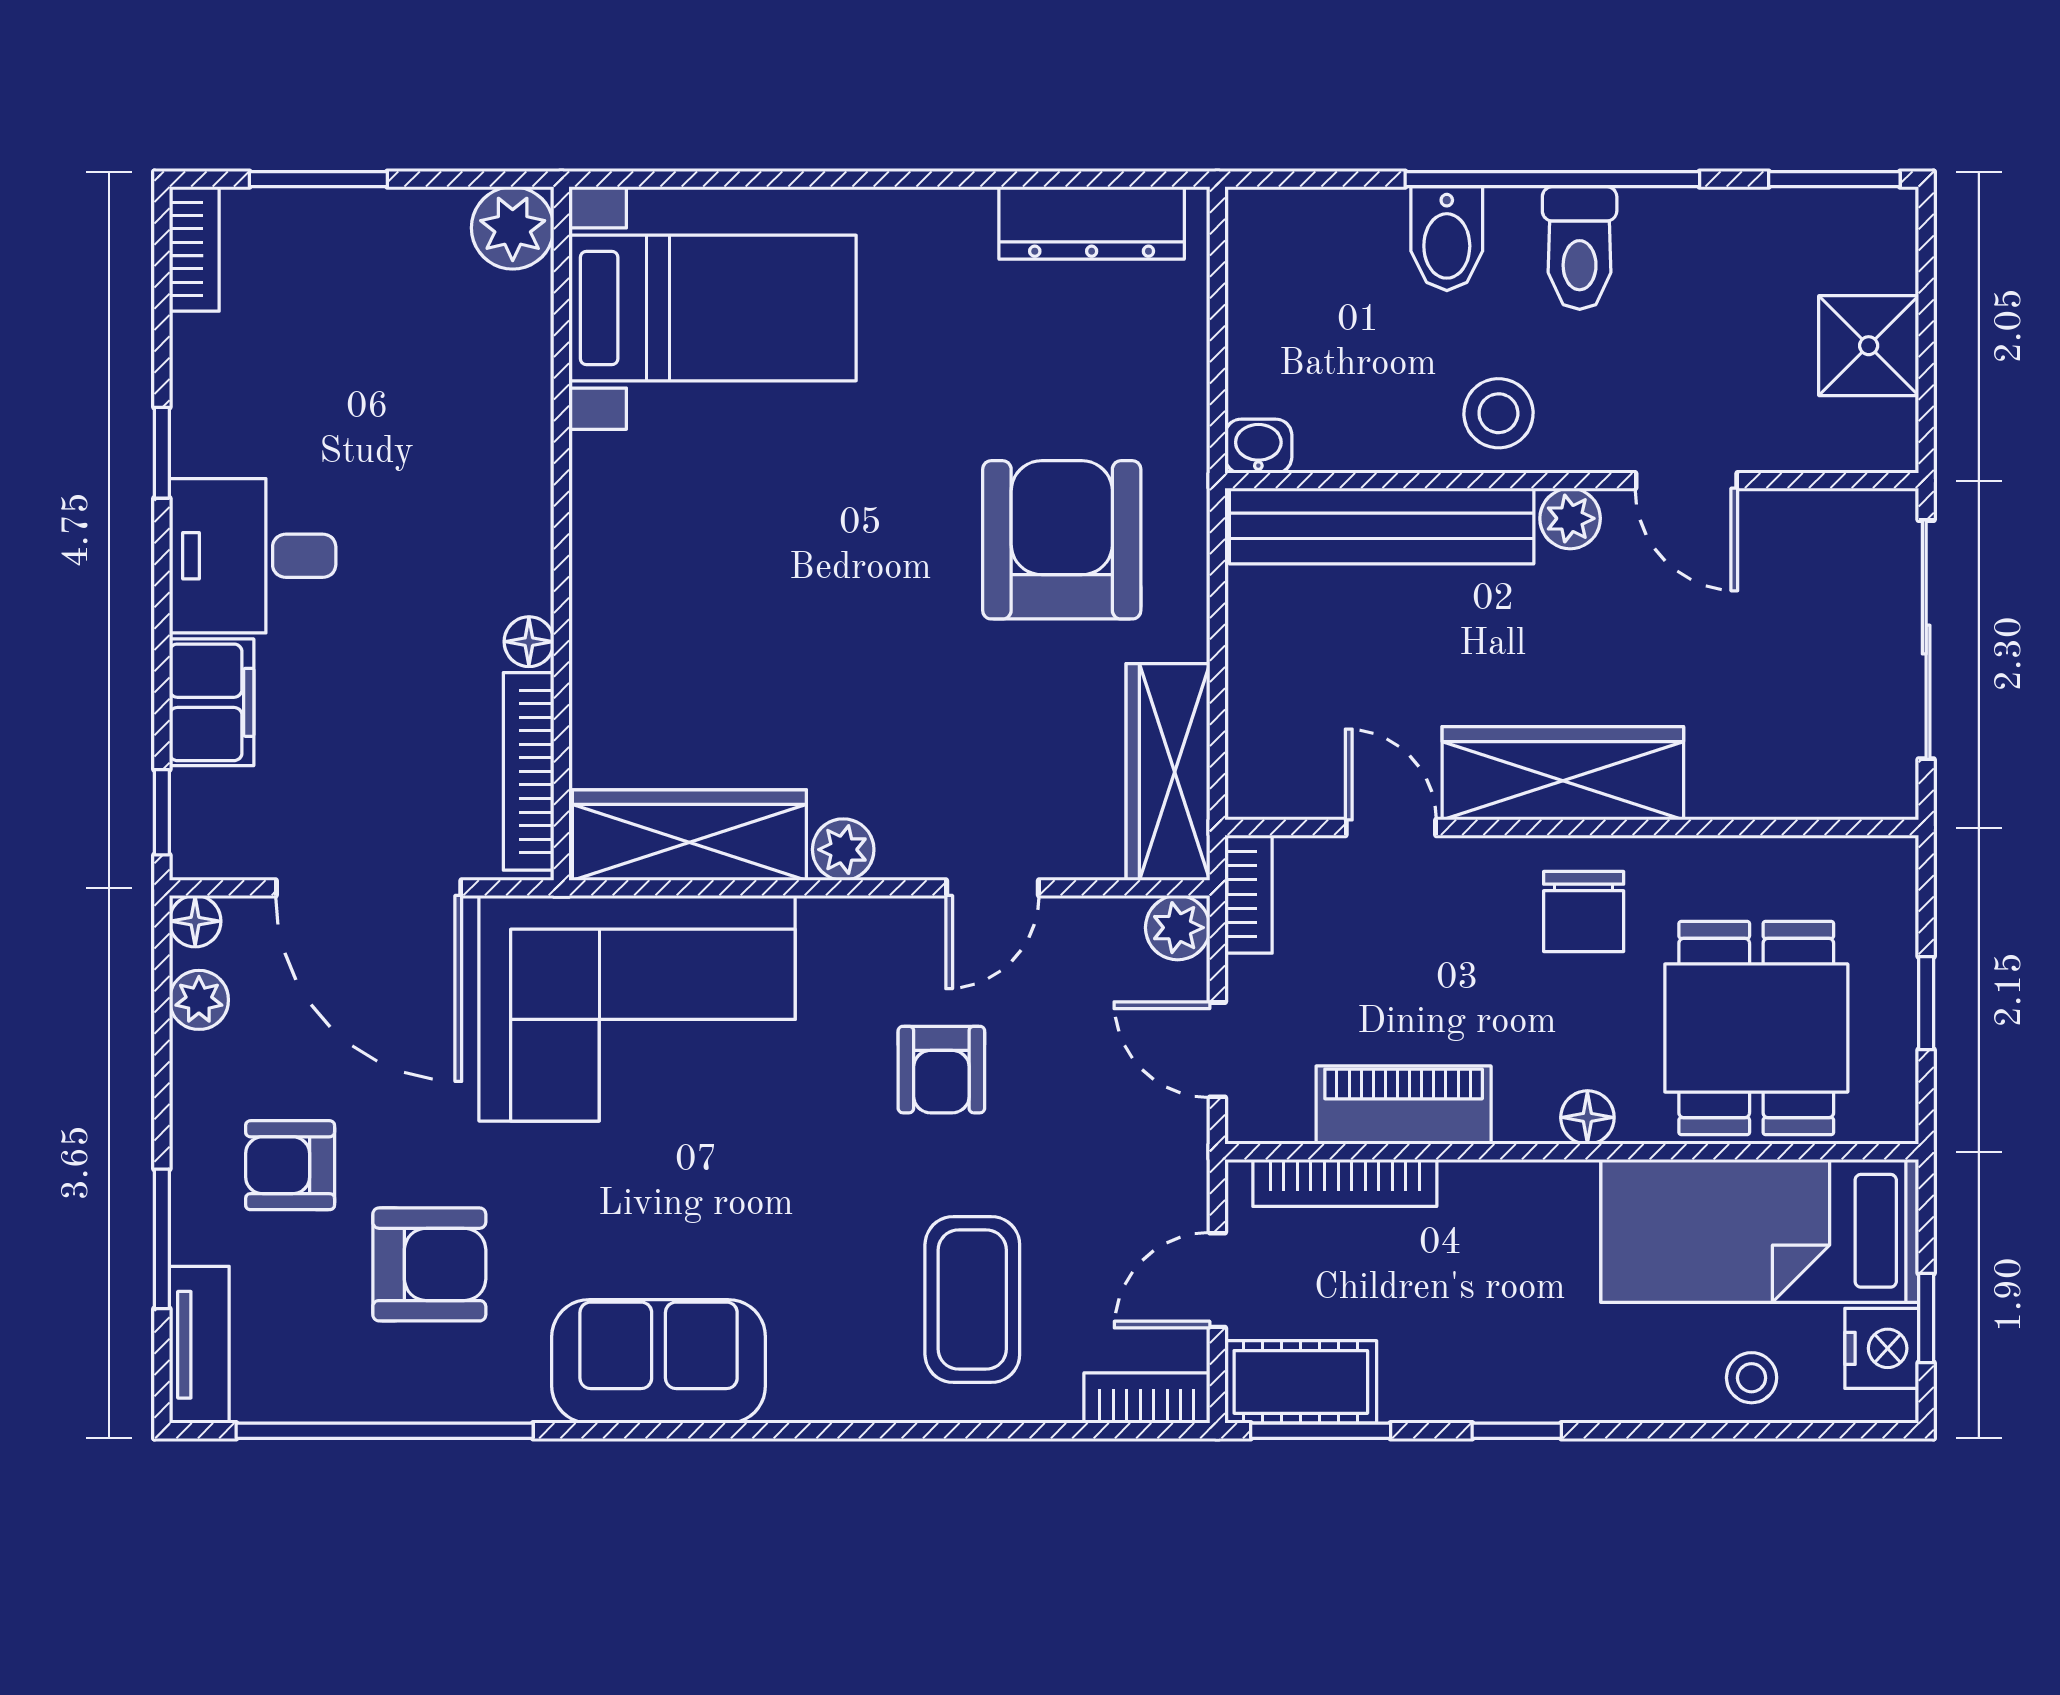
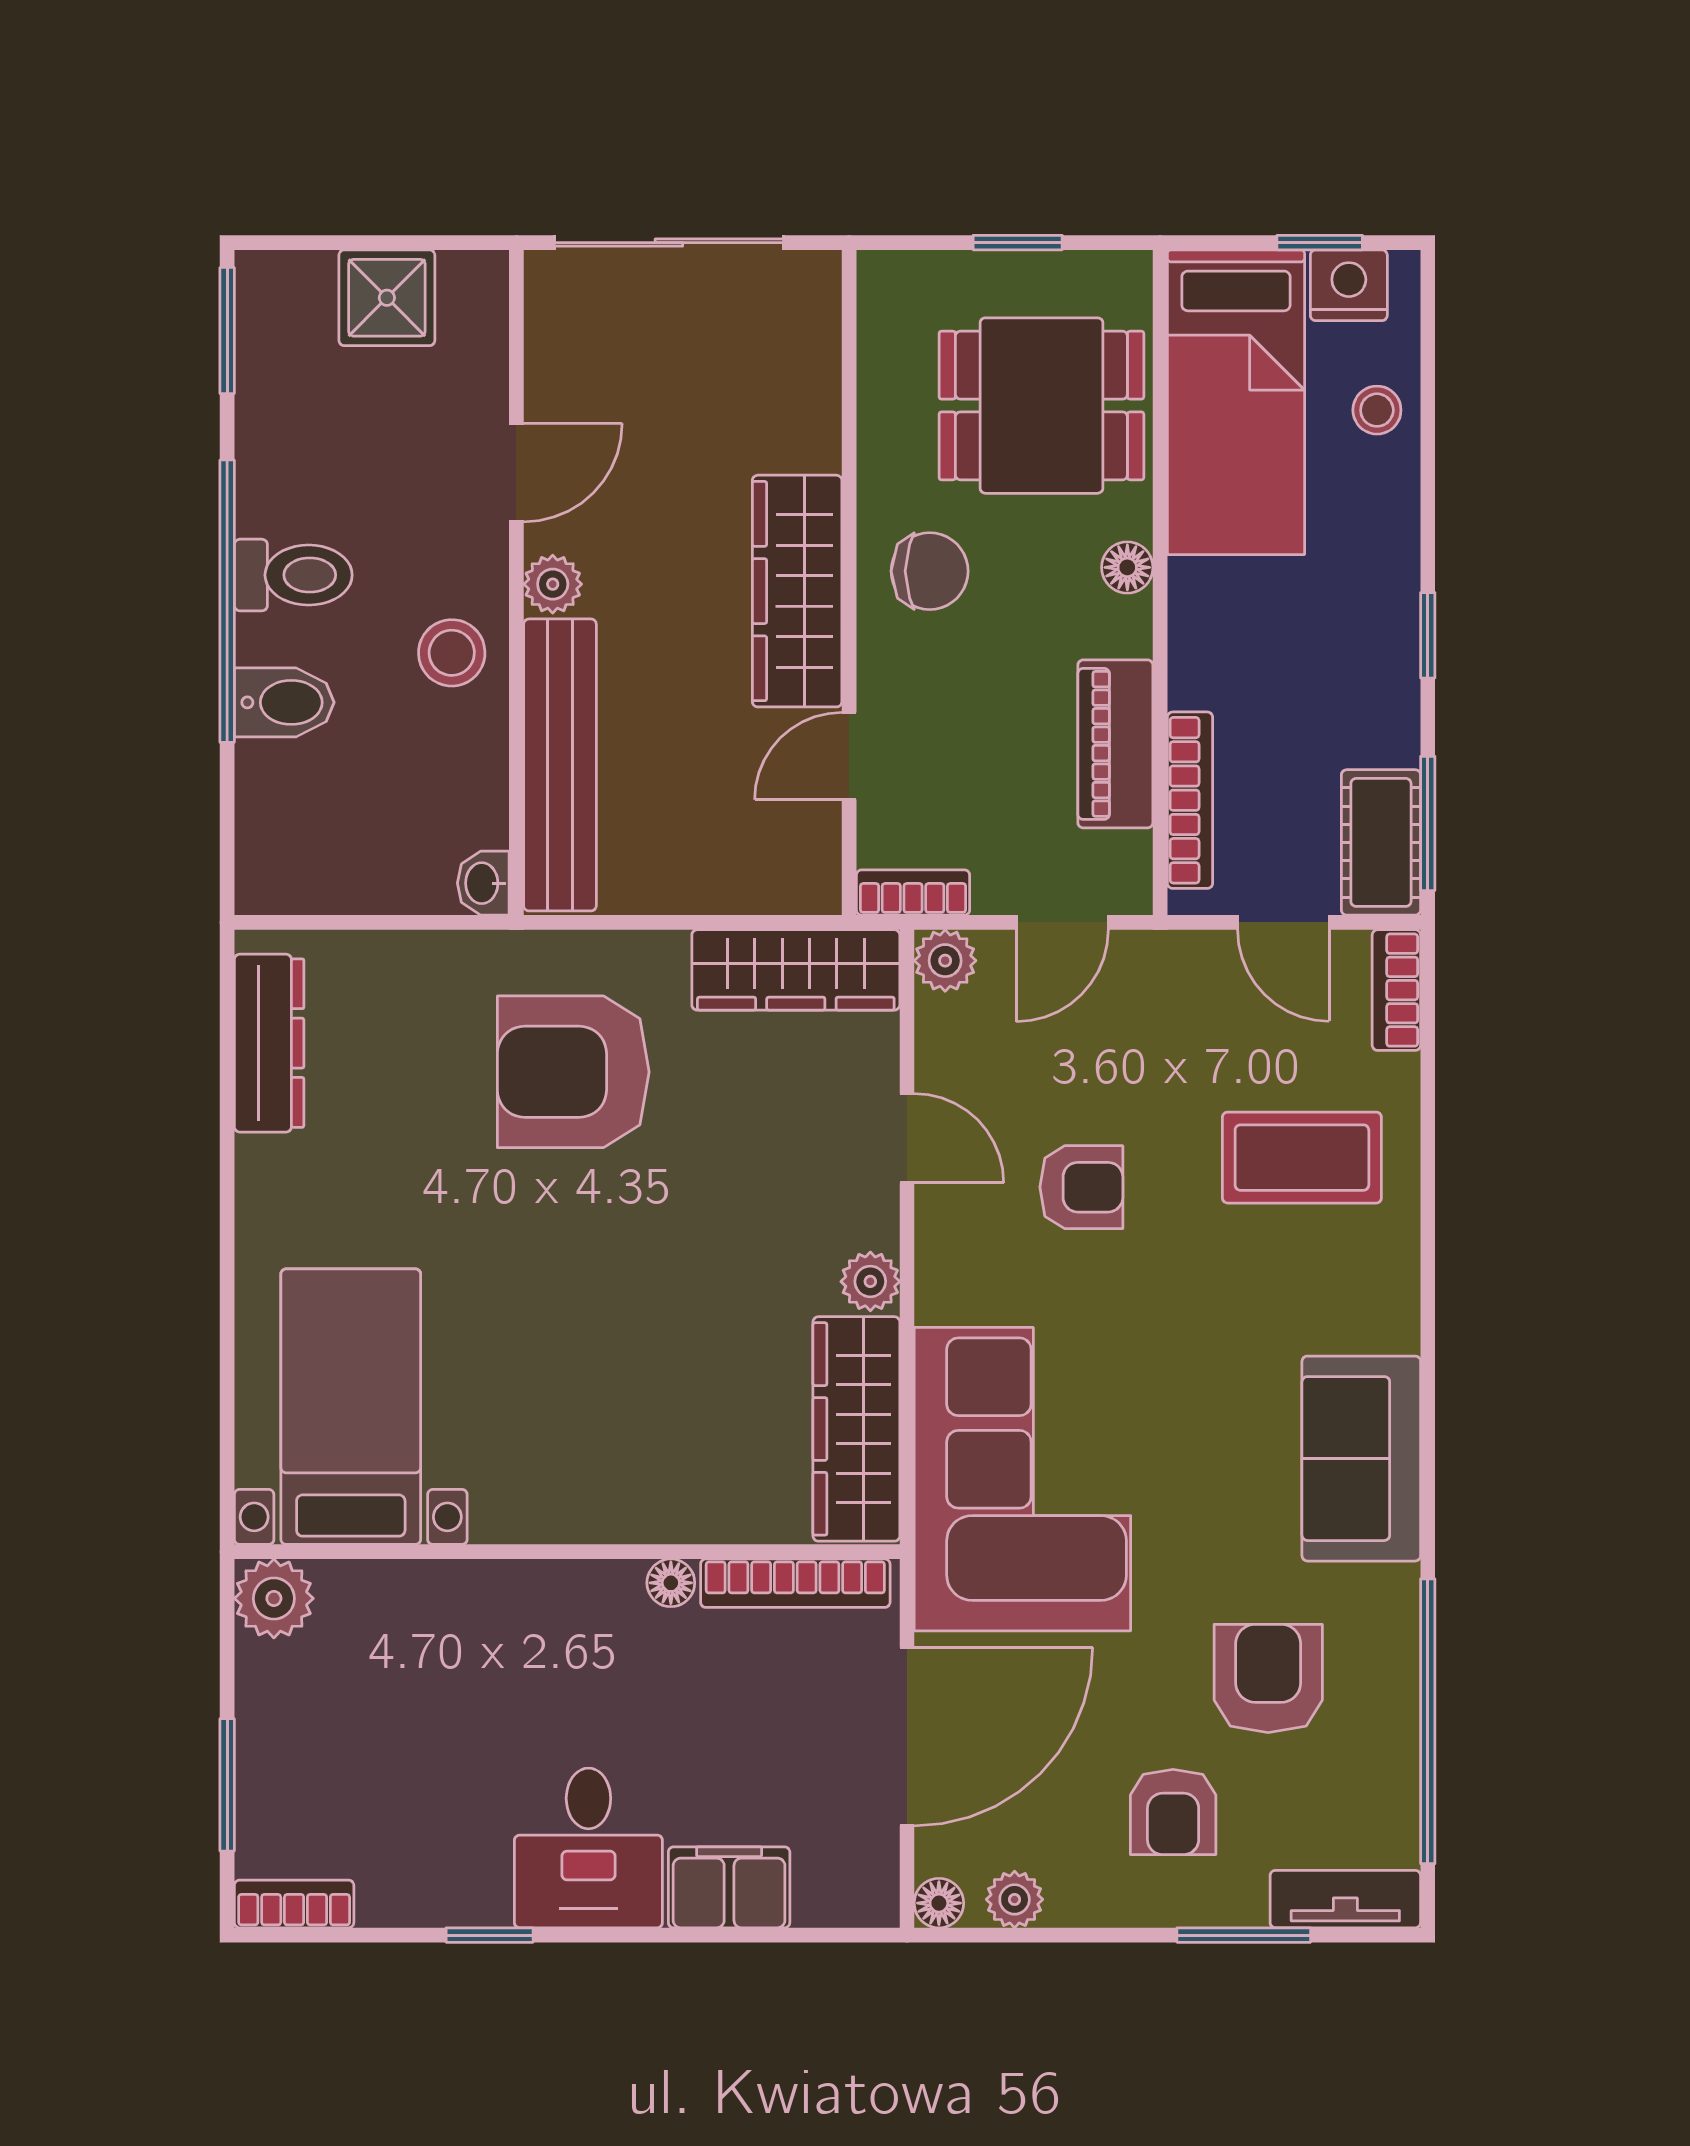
window: (162, 812) -> (835, 1935), removed

